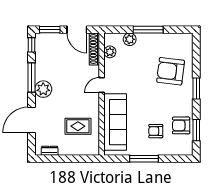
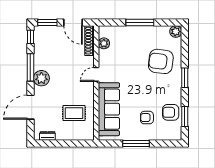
plant: (130, 39) -> (176, 32), moved

